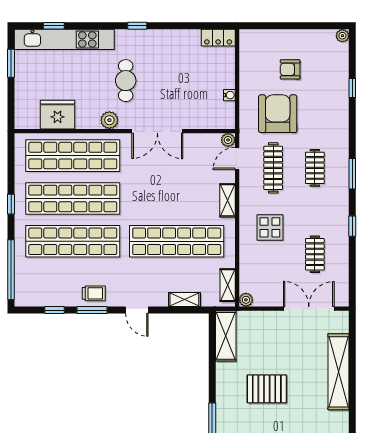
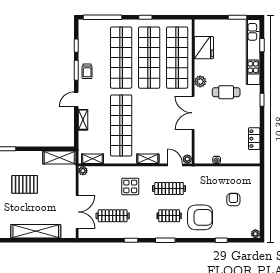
locker: (218, 38) -> (254, 139), moved
armchair: (278, 114) -> (200, 217), moved
clothes rail: (315, 254) -> (113, 216), width x1.36
shelving: (184, 300) -> (83, 120), moved
pallet: (267, 389) -> (25, 184), turned 90

